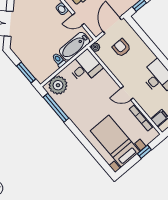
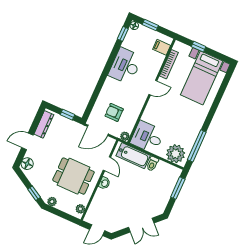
armchair: (121, 48) -> (114, 112), turned 90
door: (127, 93) -> (153, 88), hinge flipped

